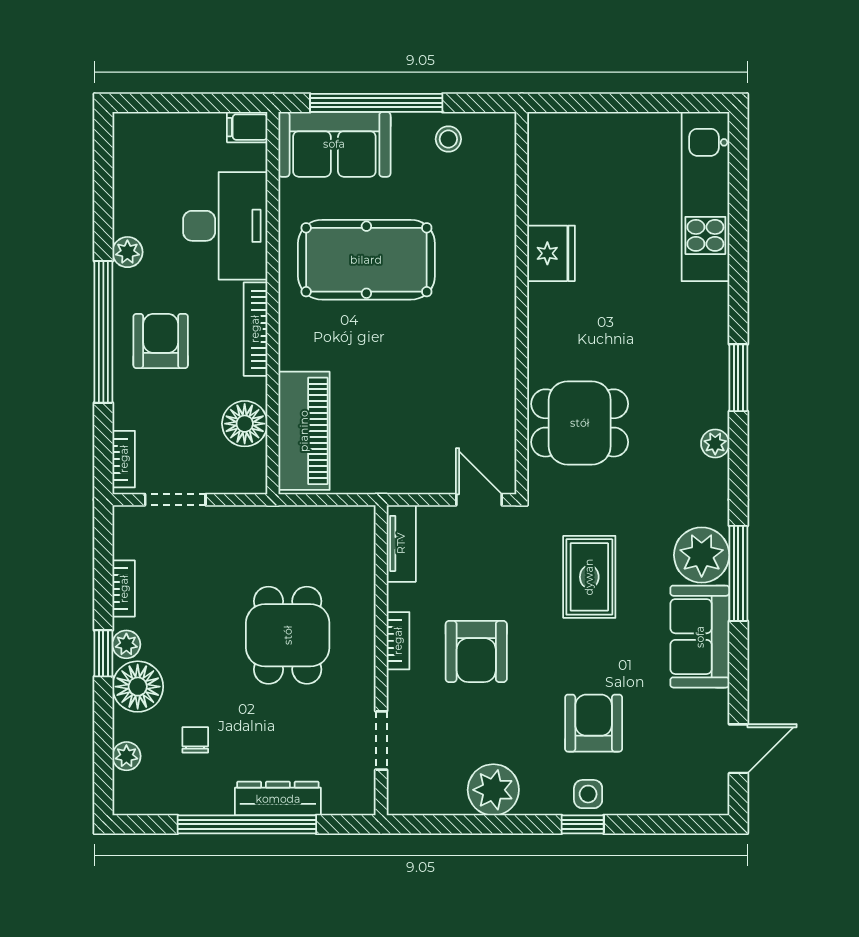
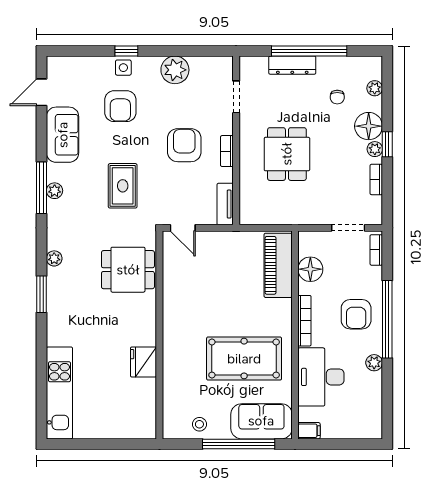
plant: (702, 555) -> (55, 191), width x0.53, depth x0.53
sofa: (700, 637) -> (63, 135), moved

